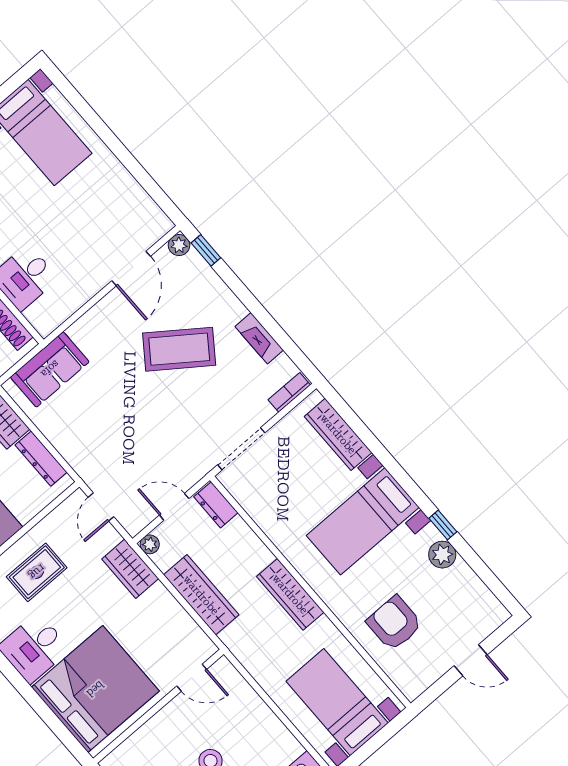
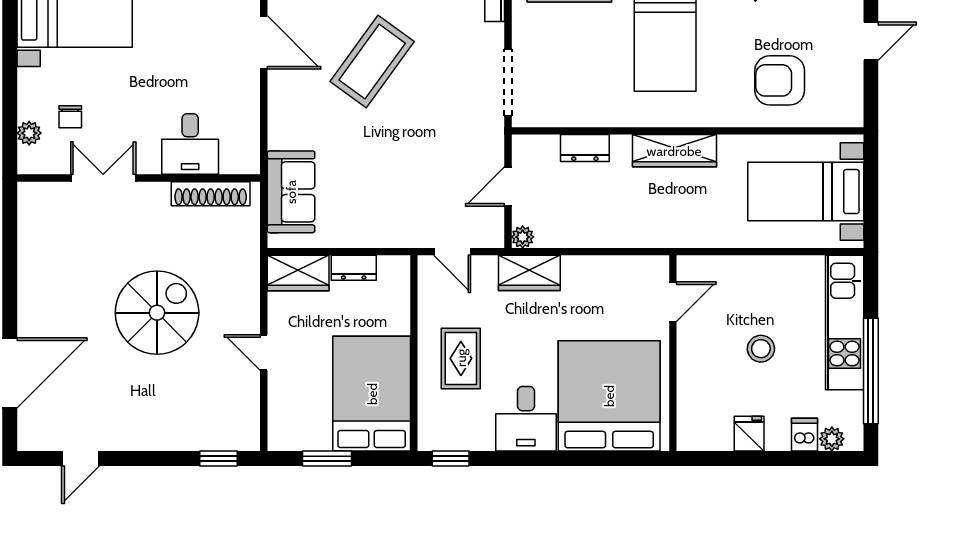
dresser: (41, 459) -> (354, 268), width x0.70
dresser: (216, 505) -> (585, 148), moved
wardrobe: (201, 595) -> (607, 230), removed

